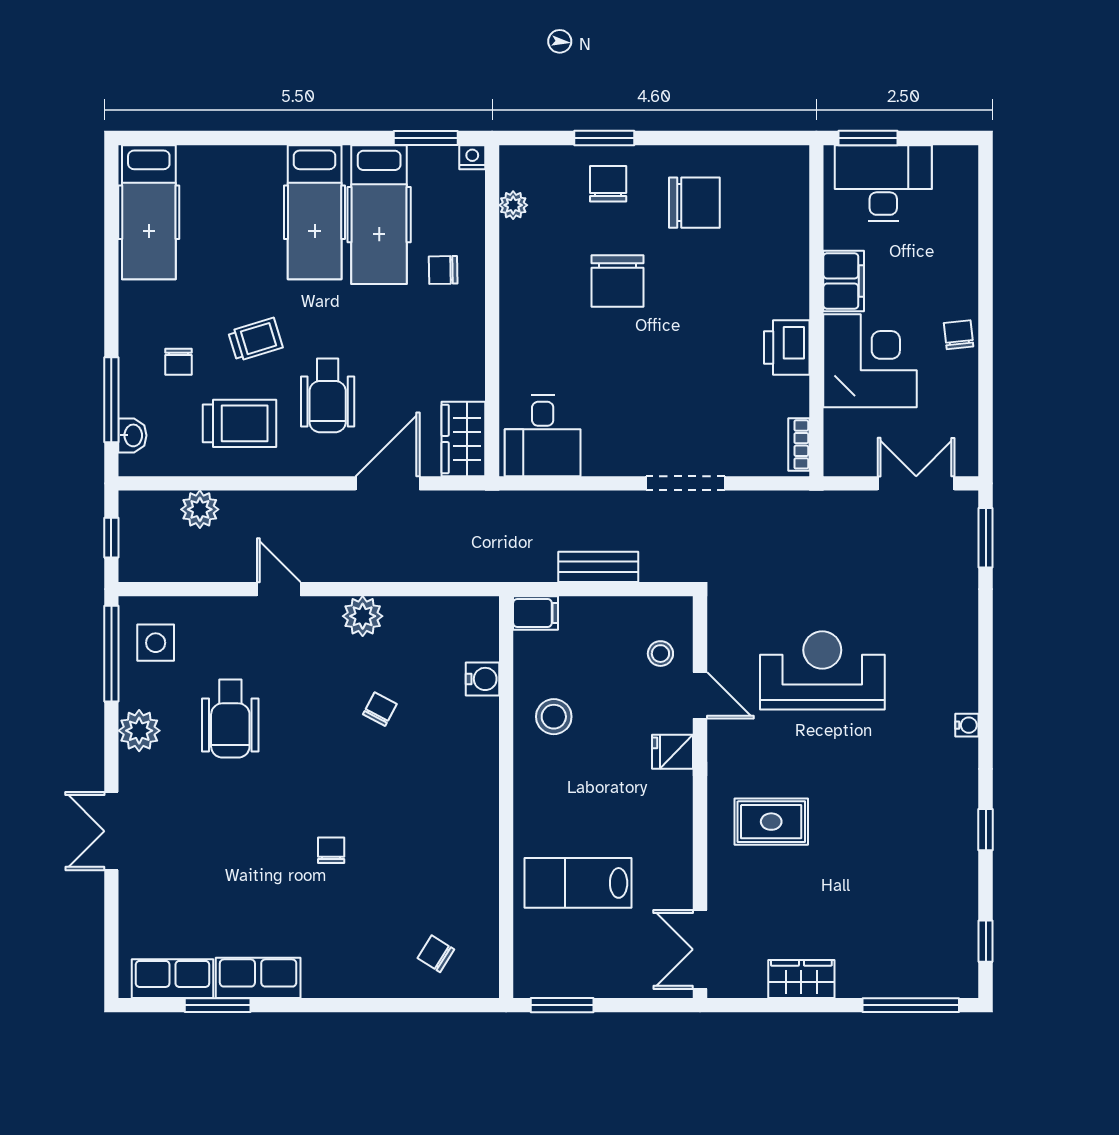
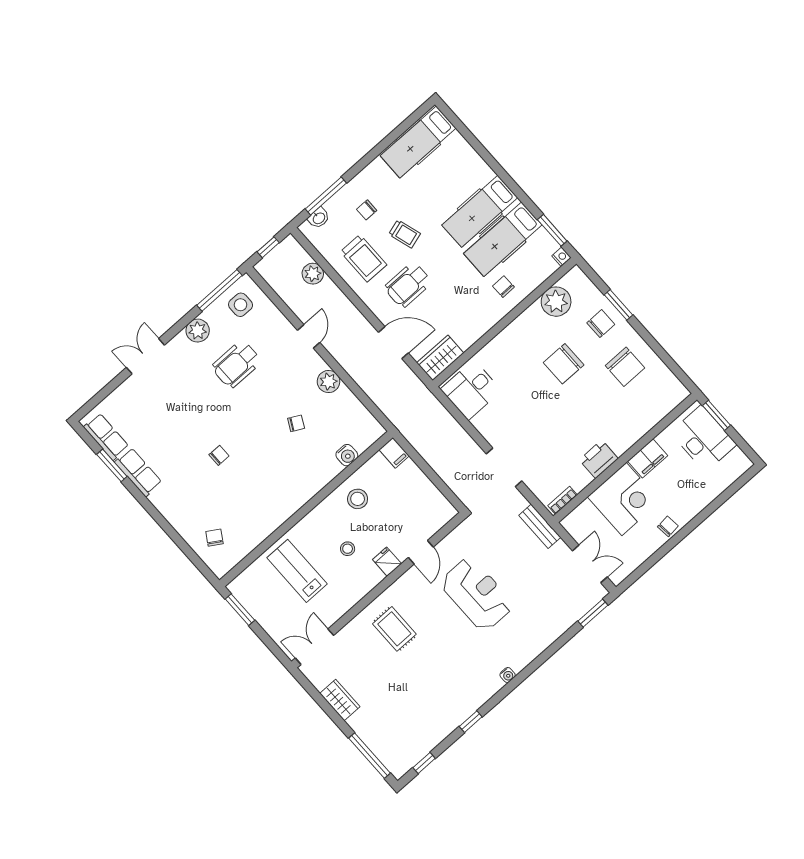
plant: (513, 205) -> (556, 302), width x1.88, depth x1.88
bench: (598, 567) -> (540, 526), moved
stool: (660, 654) -> (348, 549), moved

